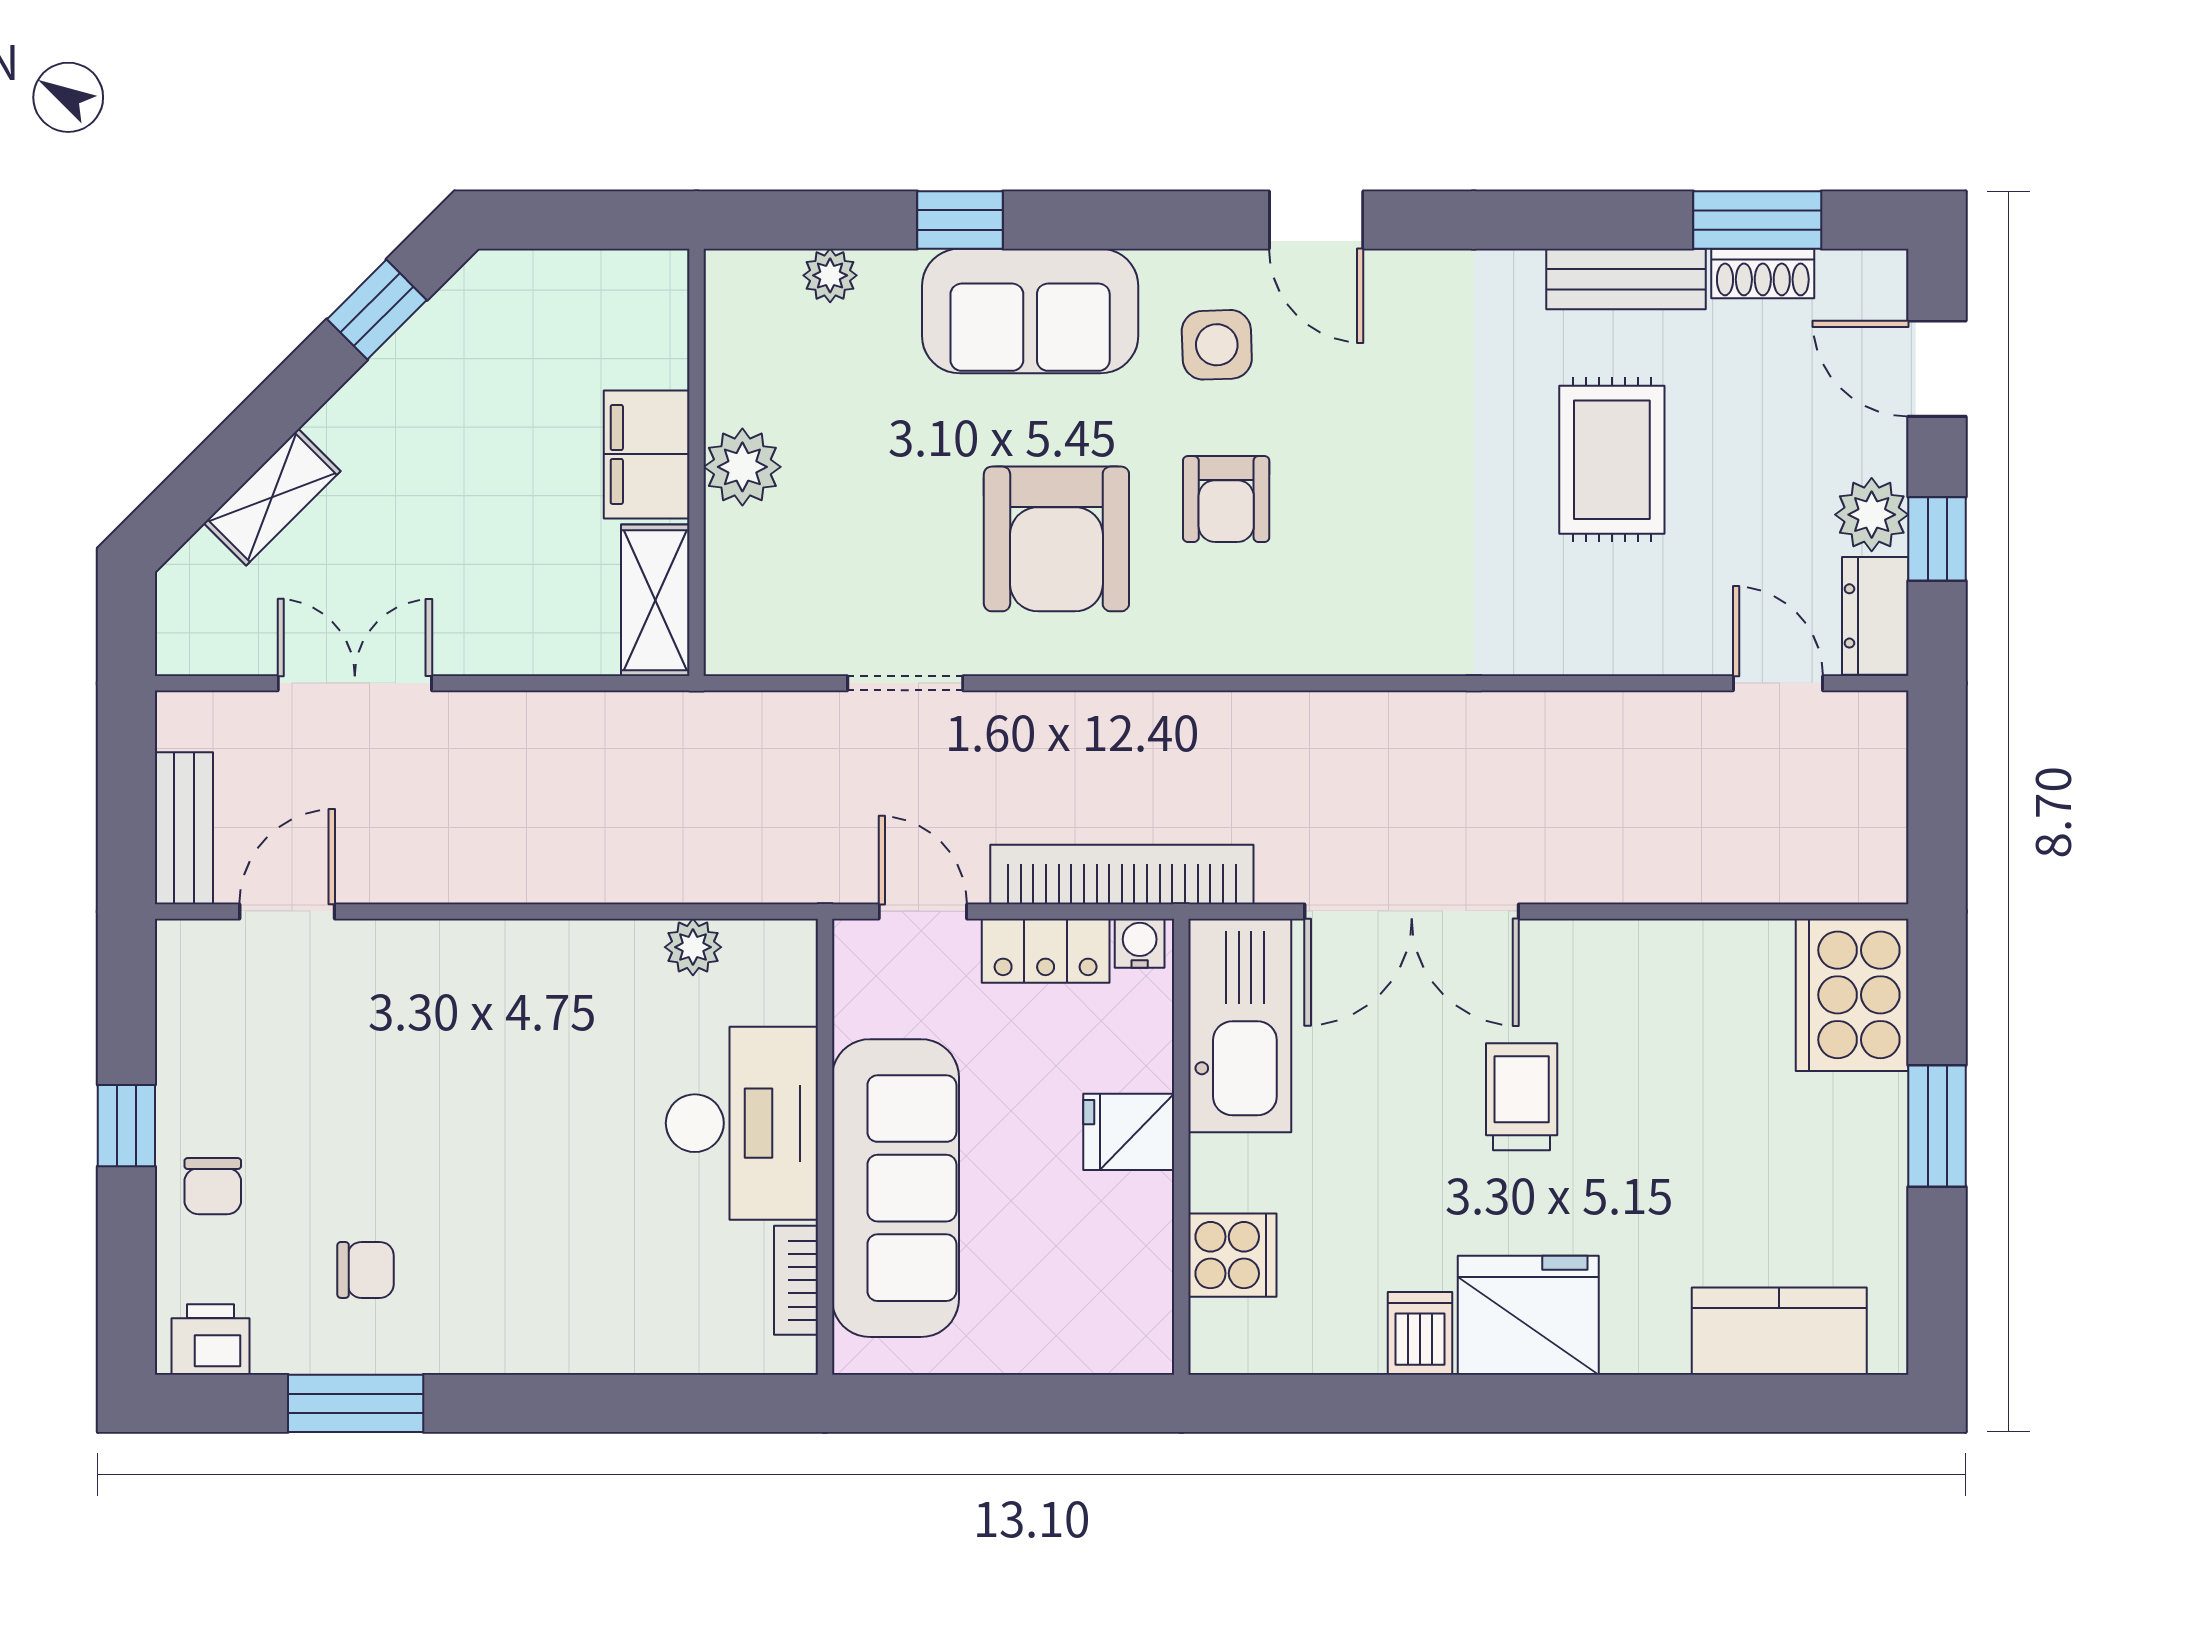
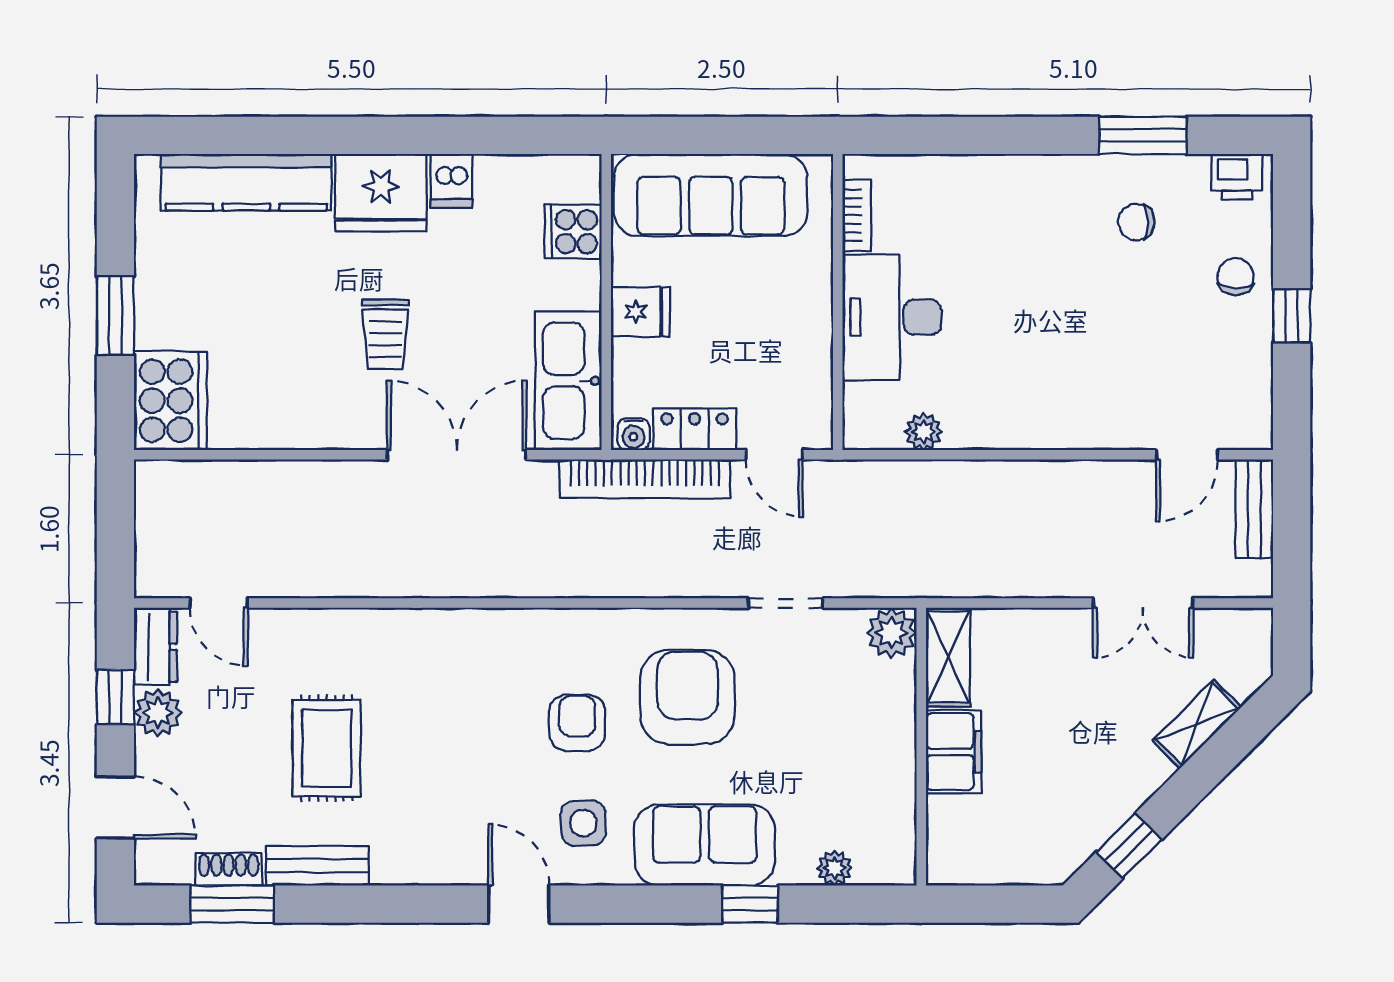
plant: (742, 467) -> (891, 633), moved
sofa: (895, 1188) -> (711, 195), moved, turned -90
kitchen counter: (1779, 1331) -> (246, 182), width x1.50

